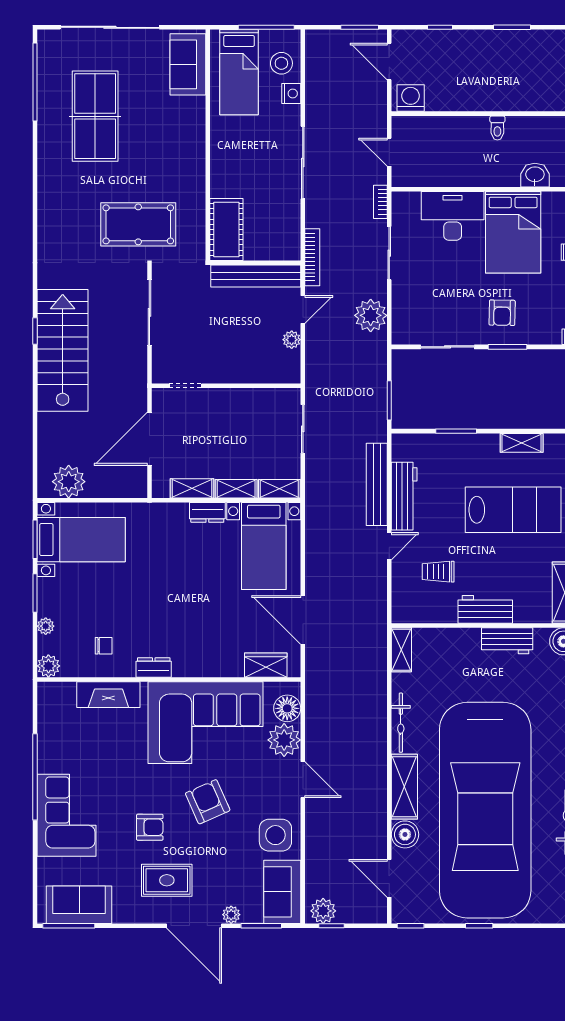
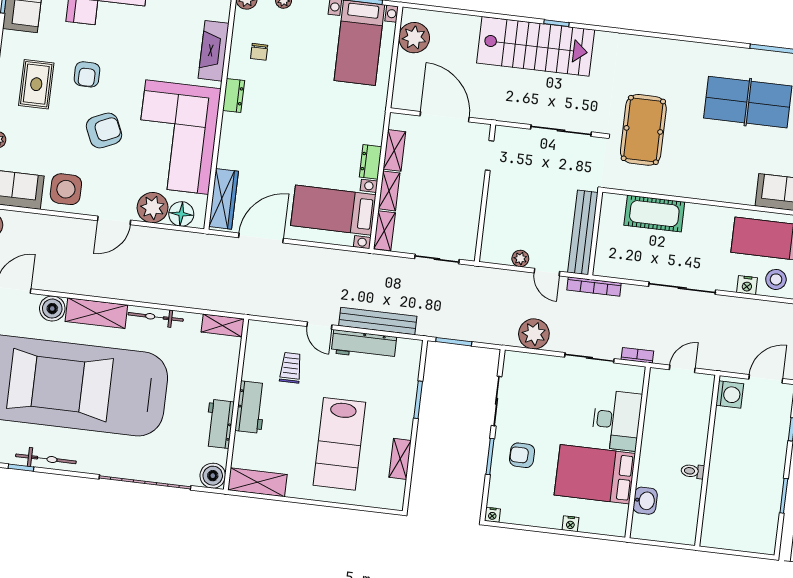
cot: (226, 229) -> (654, 214), moved
wardrobe: (266, 665) -> (224, 199), width x1.50

